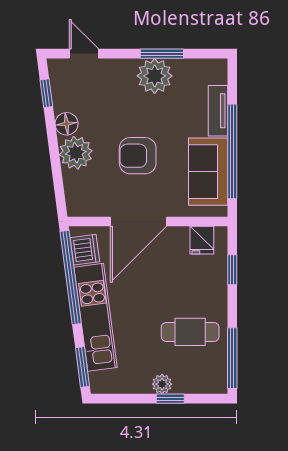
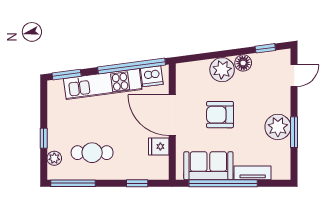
armchair: (138, 156) -> (220, 115), turned -90
fridge: (202, 240) -> (159, 146), moved
cafe table: (190, 332) -> (92, 153), turned 90
plant: (162, 384) -> (54, 158), moved

